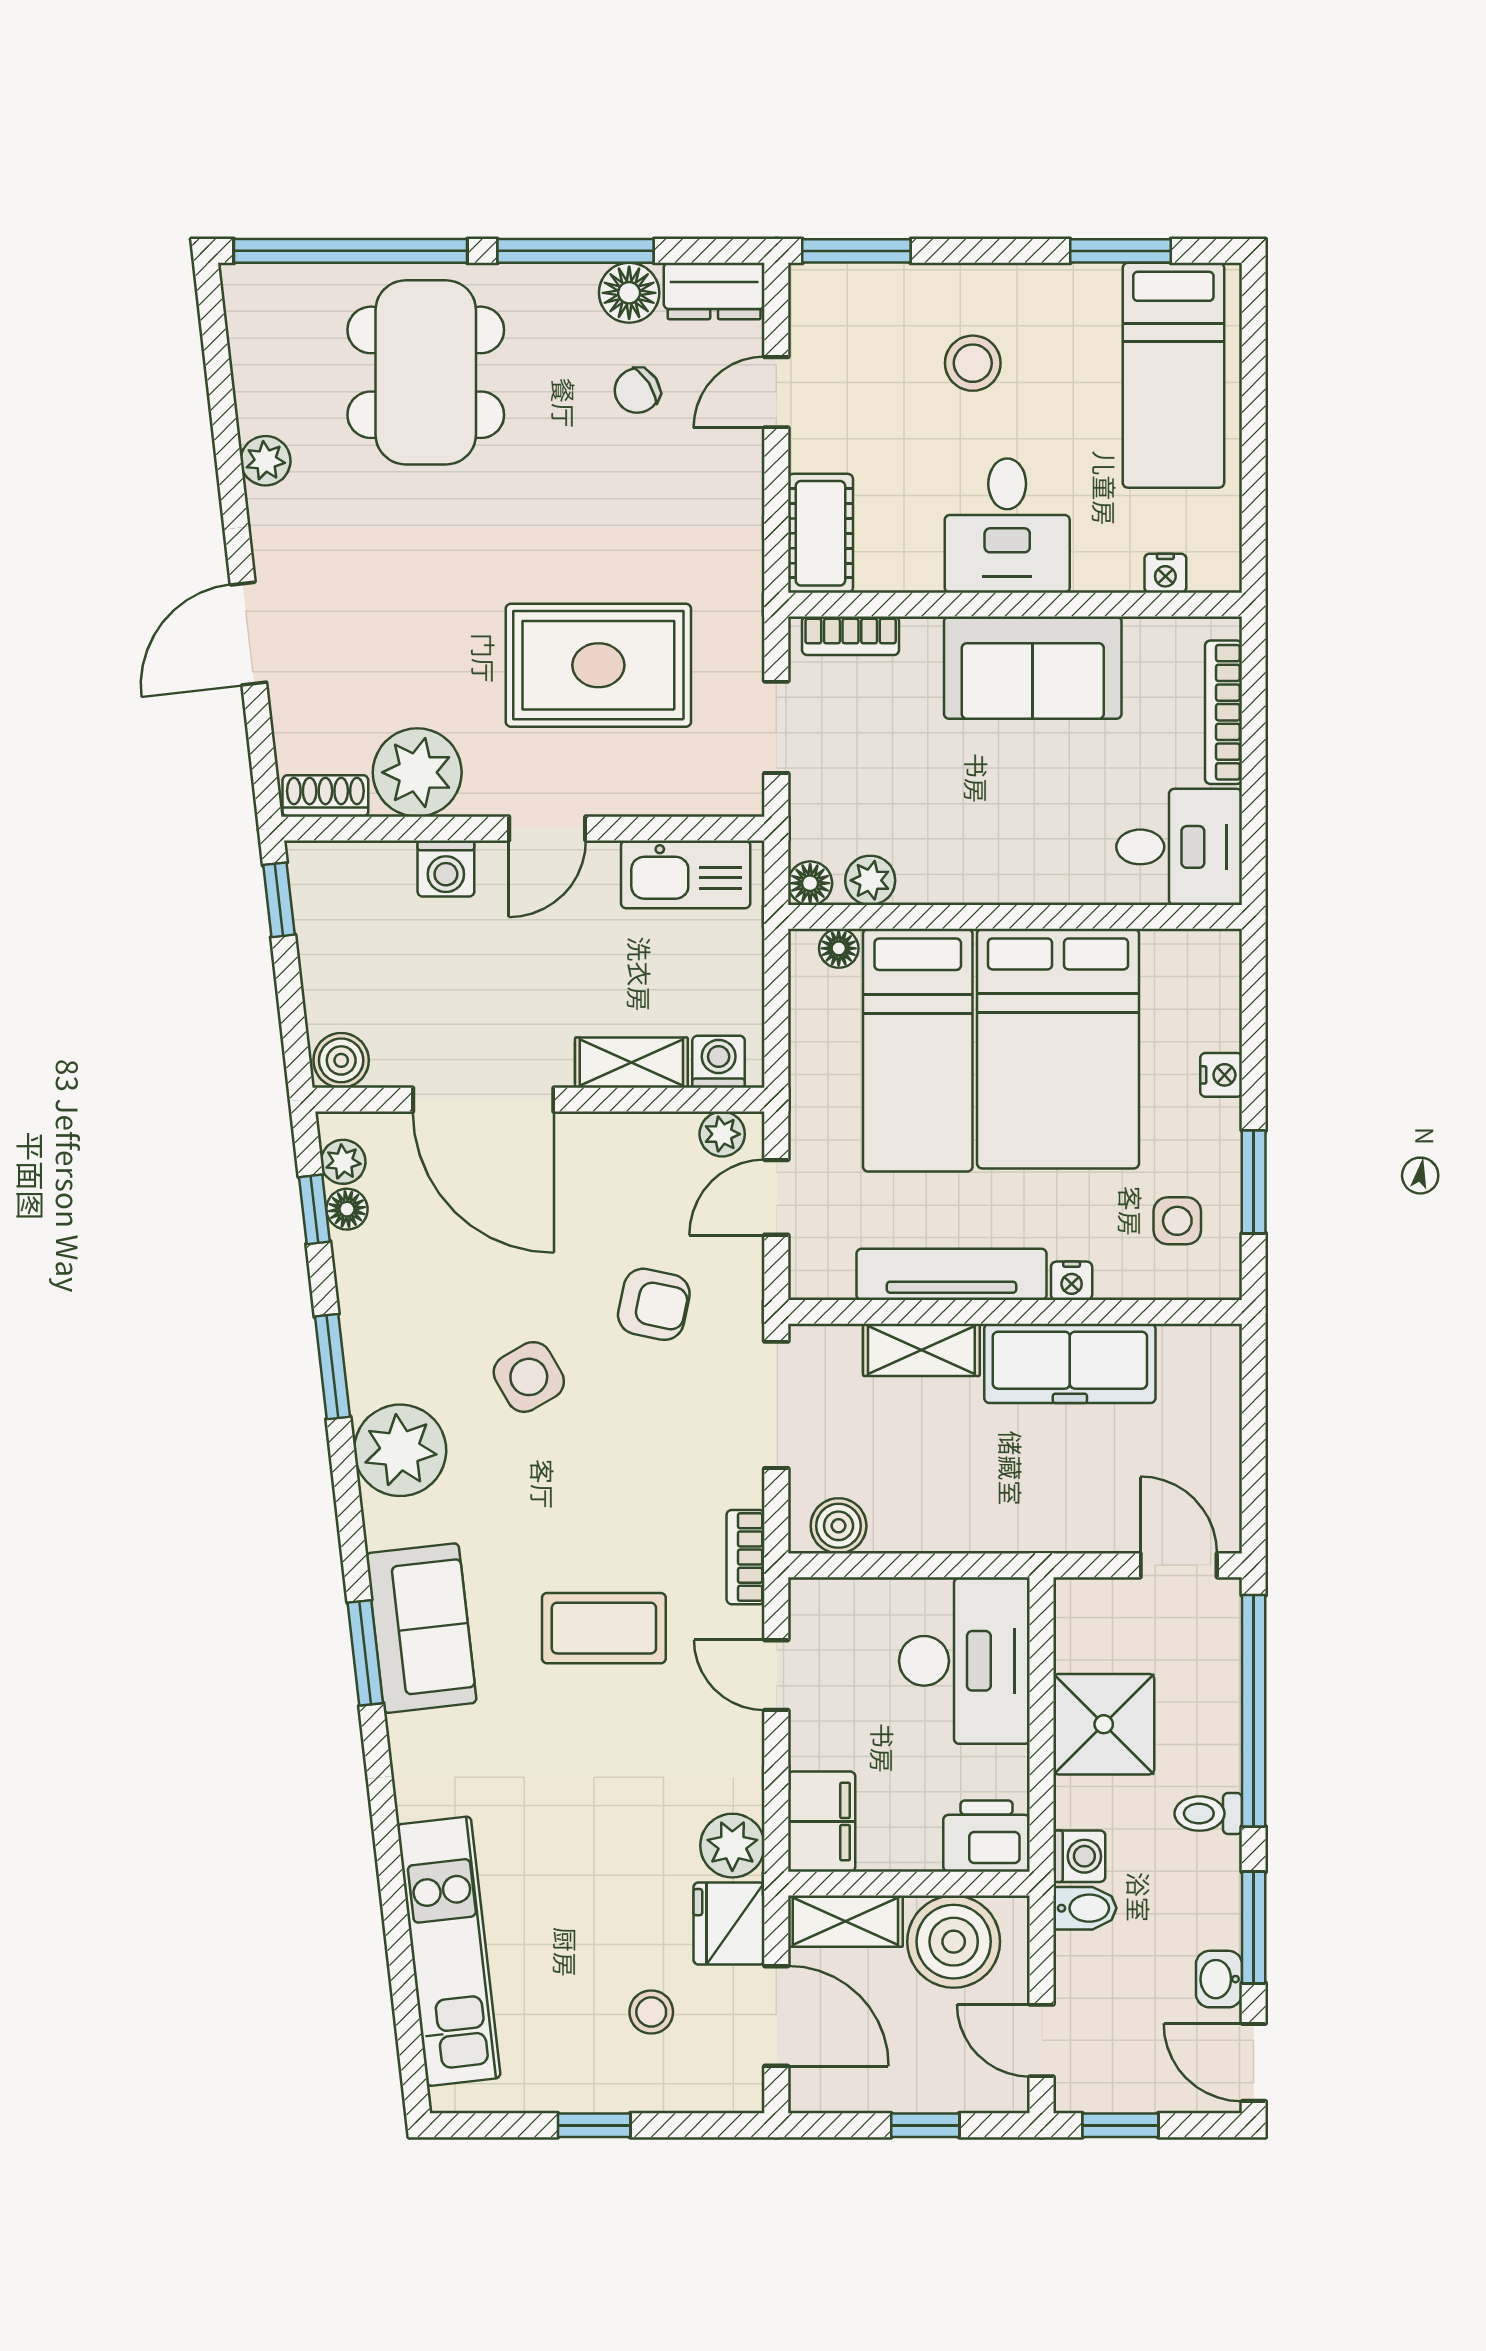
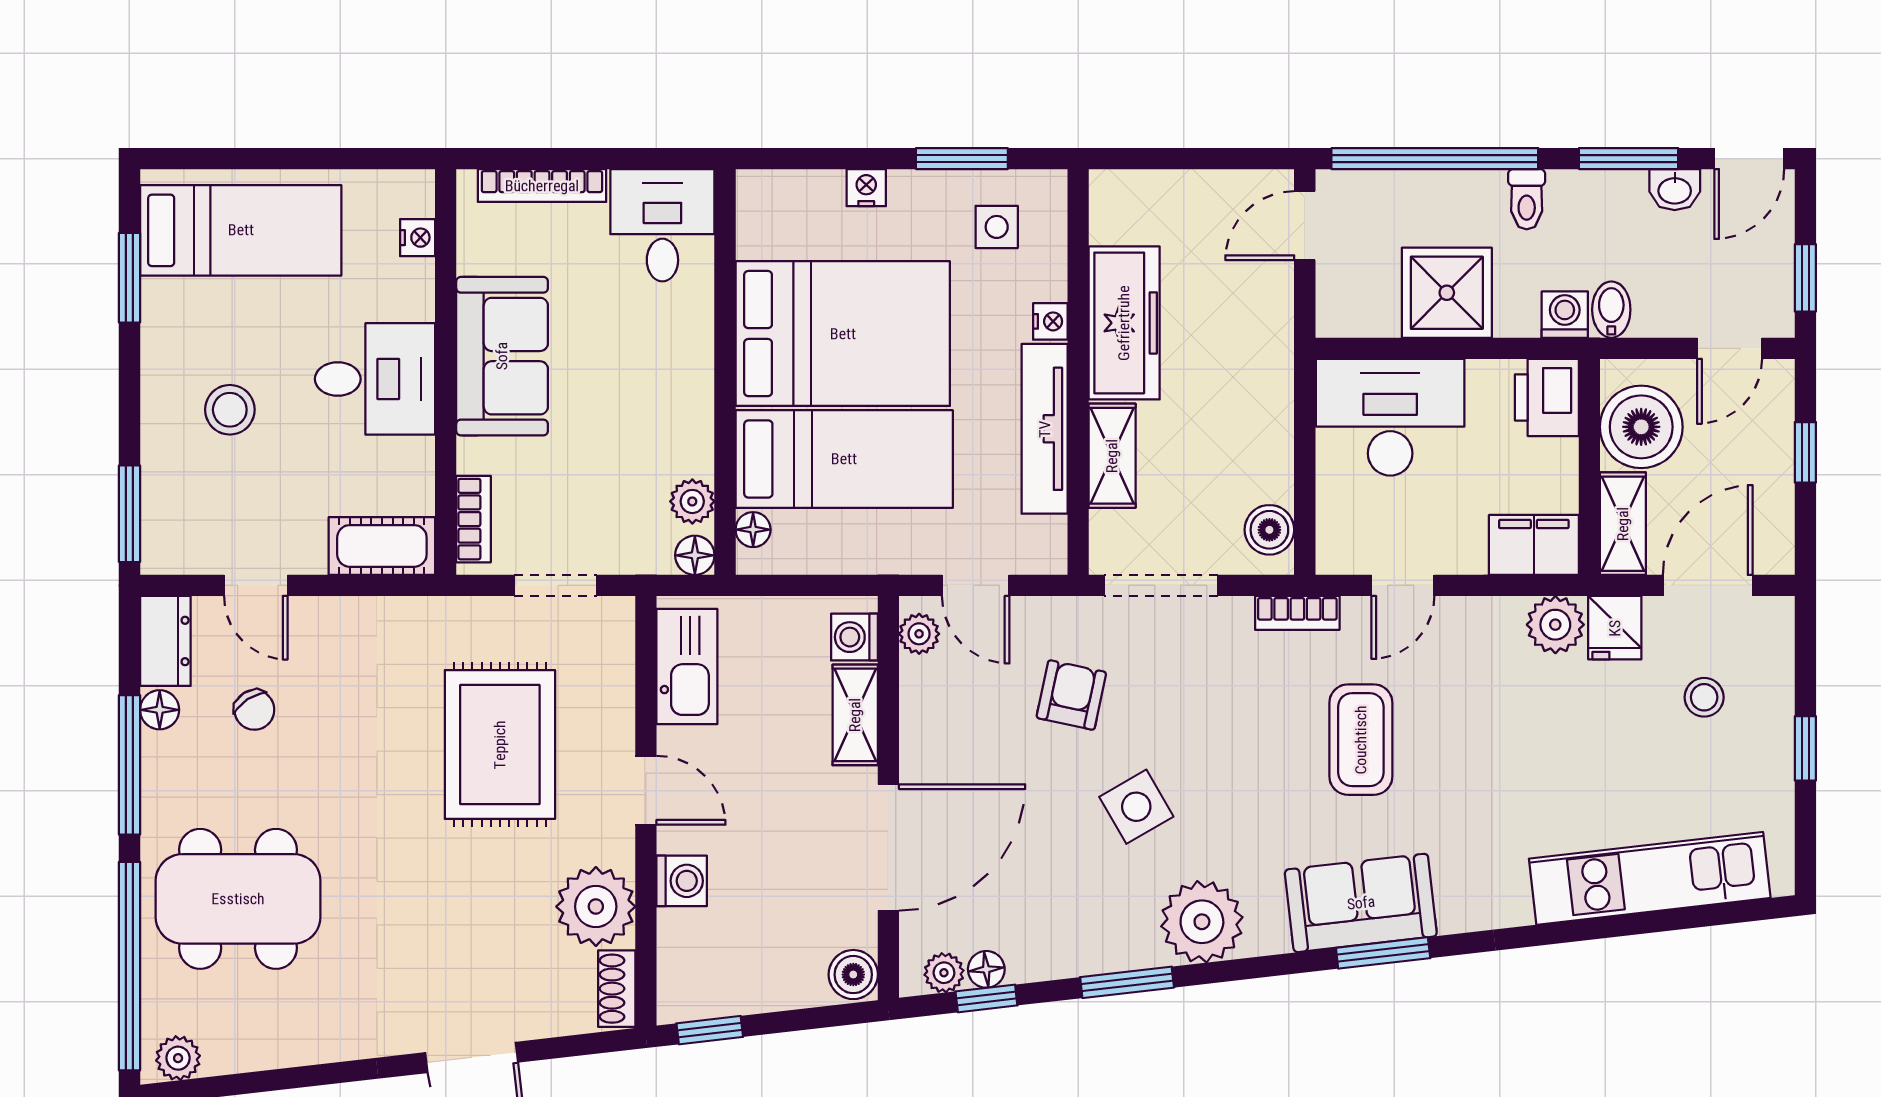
floor lamp: (629, 293) -> (160, 710), width x0.73, depth x0.73
plant: (265, 461) -> (178, 1058), moved
fridge: (729, 1924) -> (1615, 628), width x0.72

